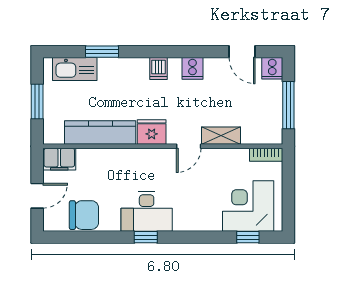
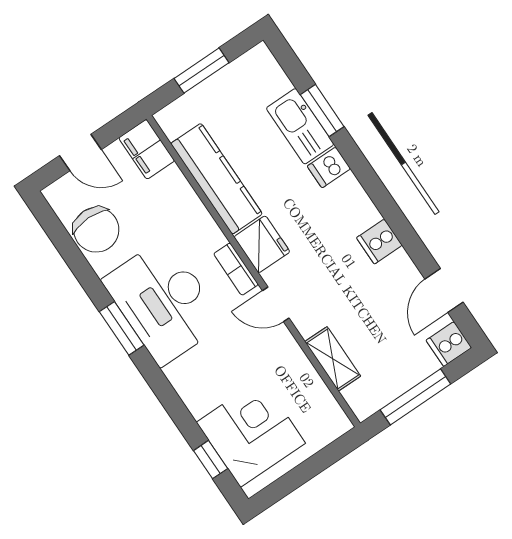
kitchen sink: (75, 69) -> (300, 126), moved
dishwasher: (159, 69) -> (329, 167), moved
shelving: (221, 136) -> (333, 359), moved
bookcase: (266, 155) -> (236, 269), moved
desk: (147, 211) -> (163, 302), width x1.36, depth x1.30
window: (146, 237) -> (122, 328), width x1.50

